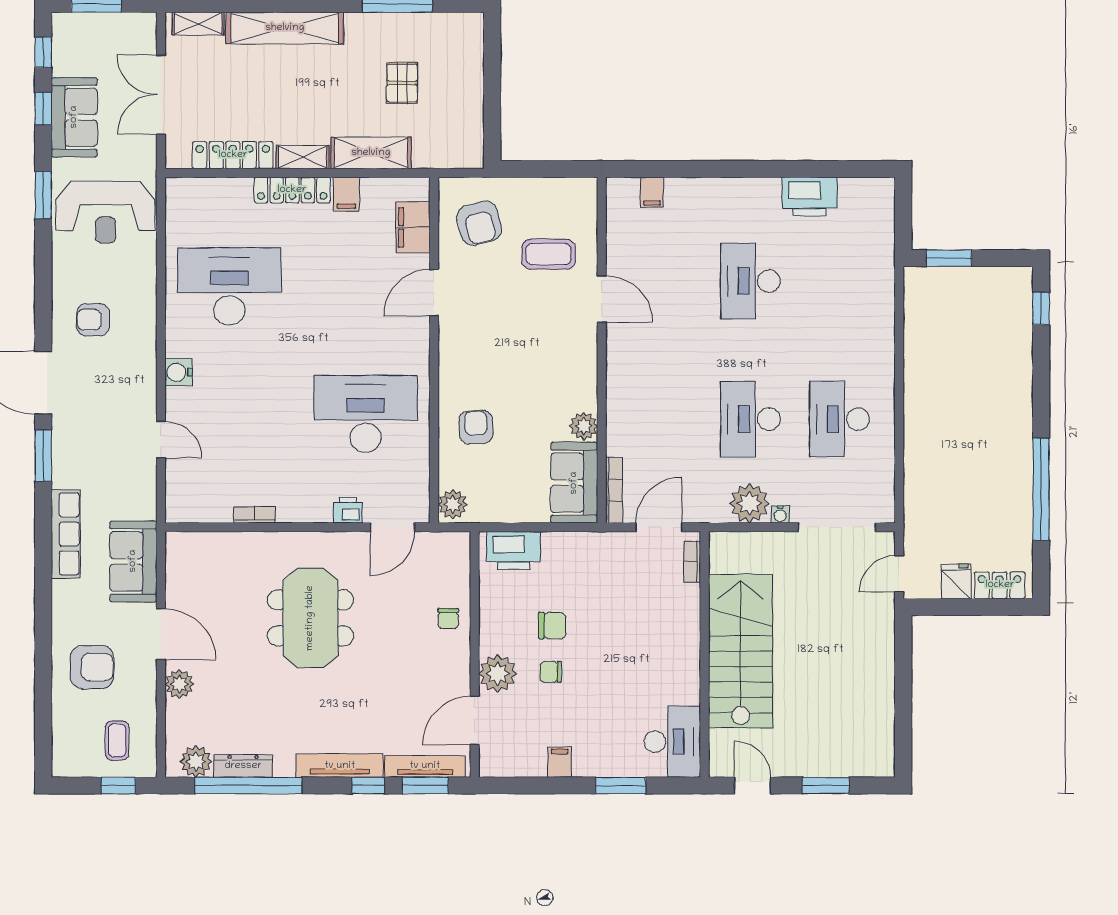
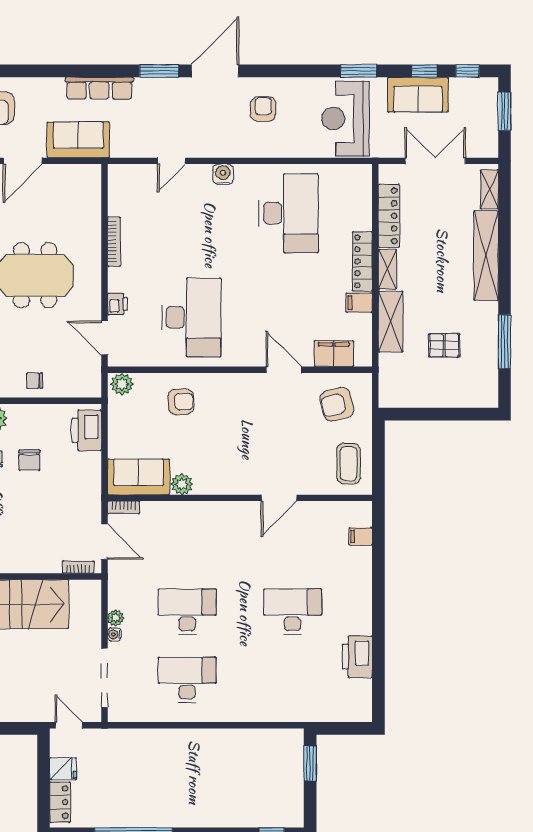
coffee table: (549, 254) -> (349, 464), moved
bookcase: (614, 490) -> (124, 507), width x0.64
plant: (749, 503) -> (116, 618), width x0.53, depth x0.53
bookcase: (255, 515) -> (114, 242), width x1.56

